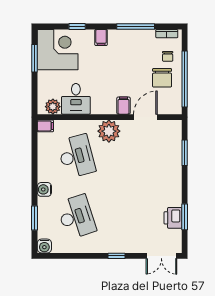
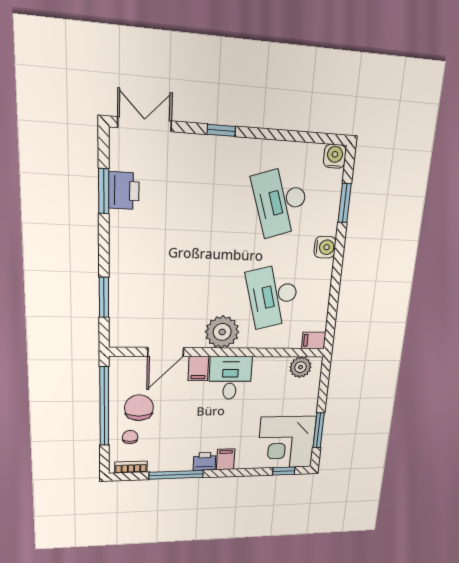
window: (77, 26) -> (284, 471), moved
printer: (116, 36) -> (205, 461), added
desk: (76, 99) -> (230, 378), moved

